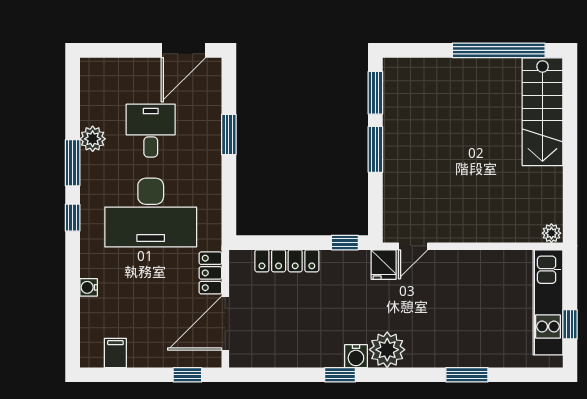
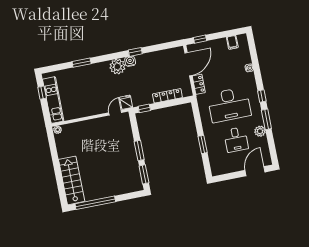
door: (183, 50) -> (255, 171), moved
desk: (151, 213) -> (229, 105), turned 180

